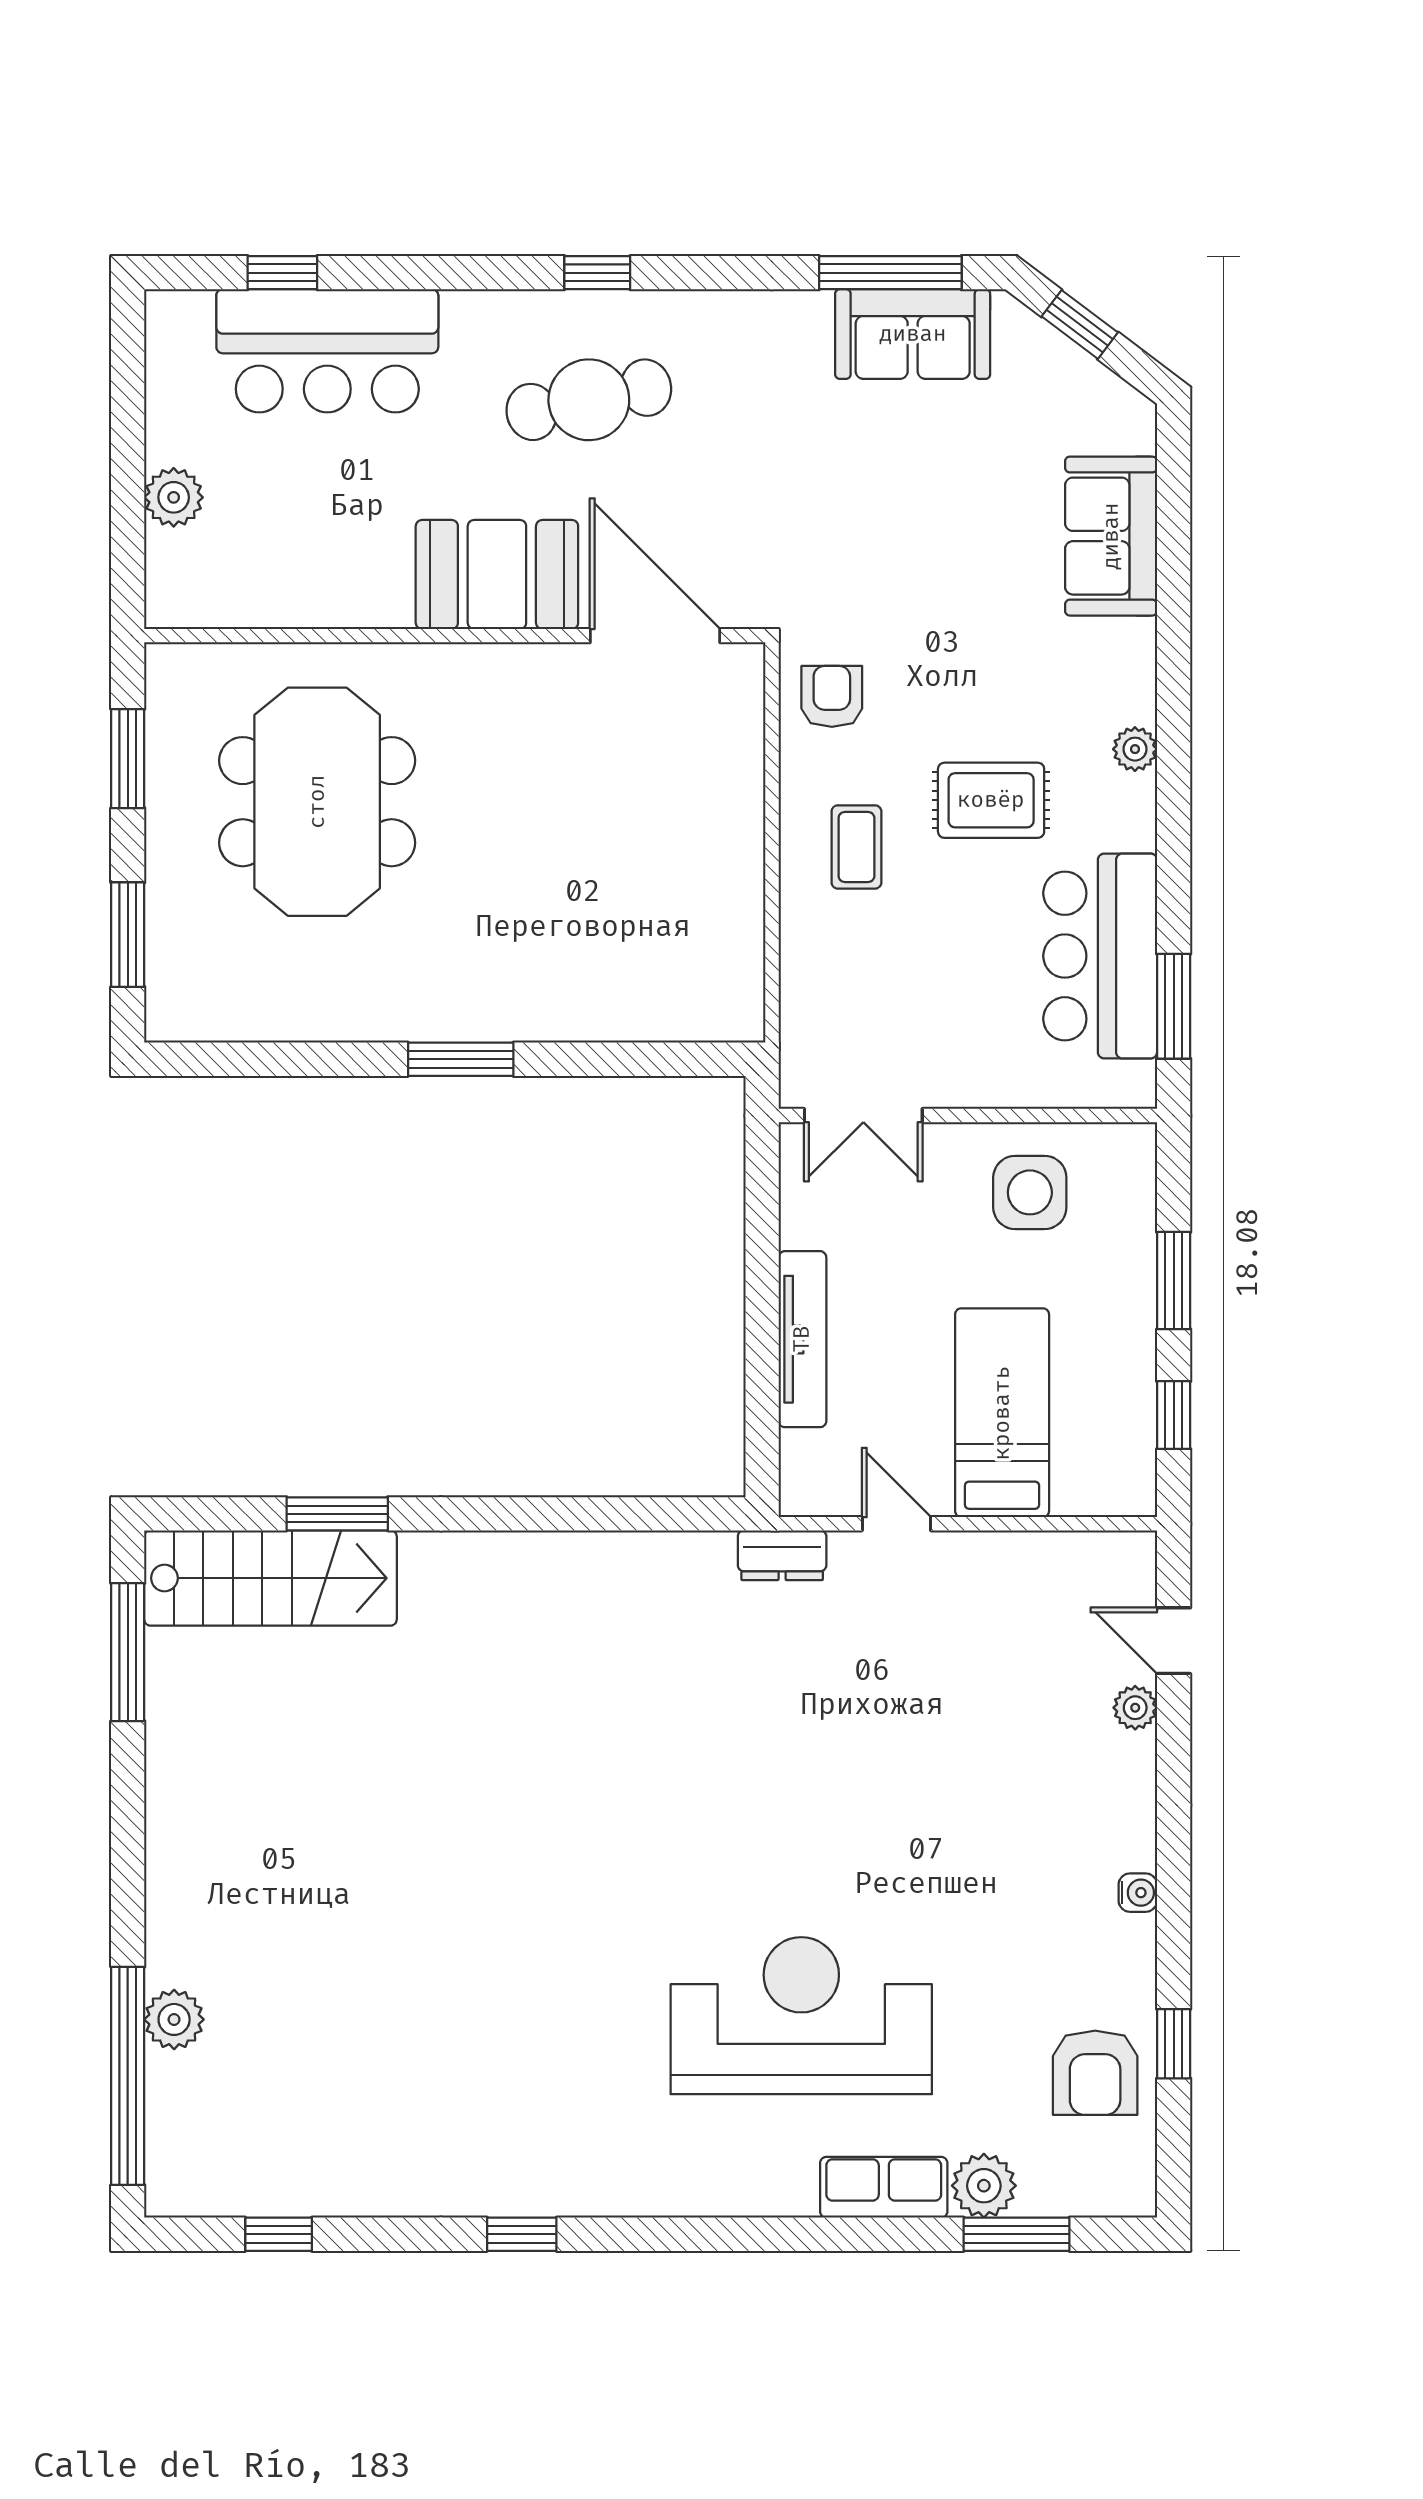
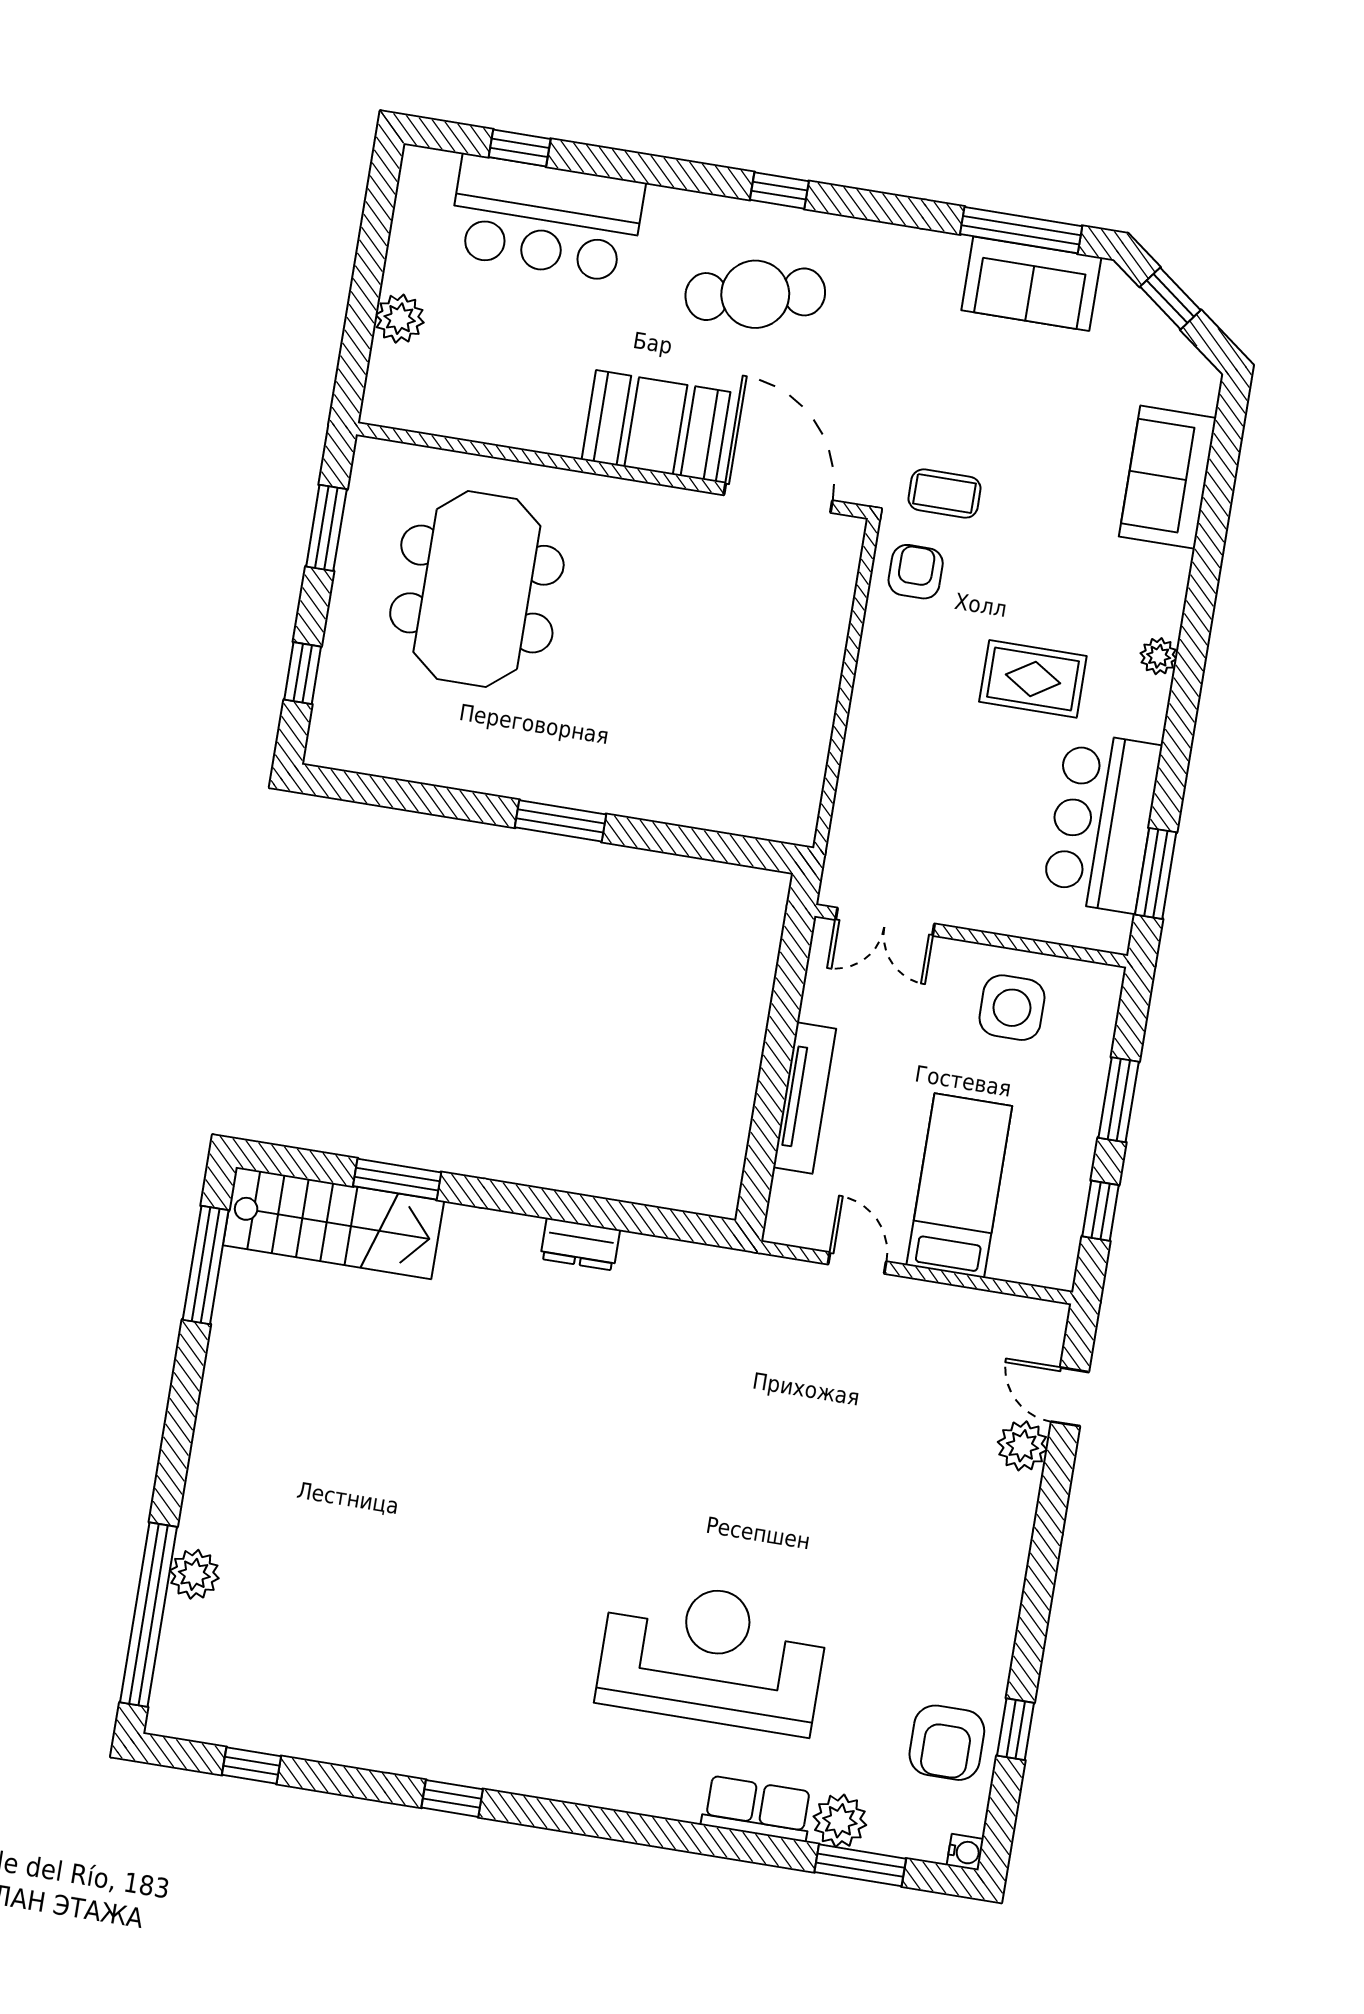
coffee table: (856, 847) -> (945, 494), moved, turned 90
window: (128, 935) -> (303, 673), width x0.67
dresser: (782, 1555) -> (580, 1244), moved
plant: (1135, 1708) -> (1023, 1446), width x1.38, depth x1.38
water cooler: (1138, 1893) -> (965, 1852), moved

